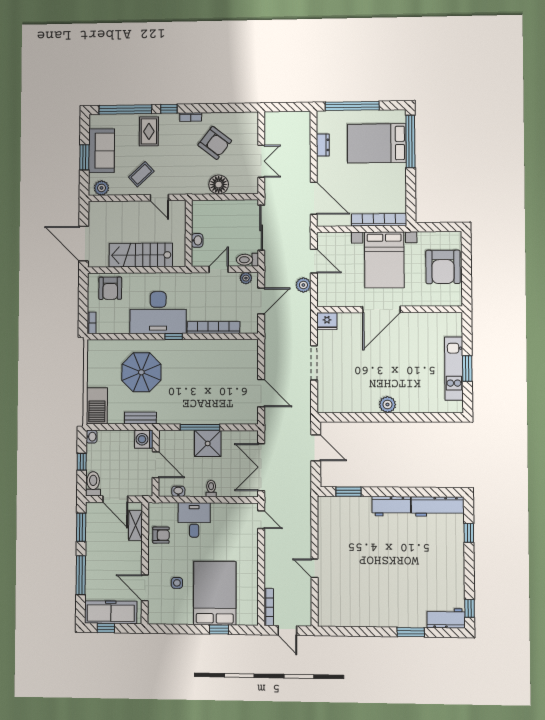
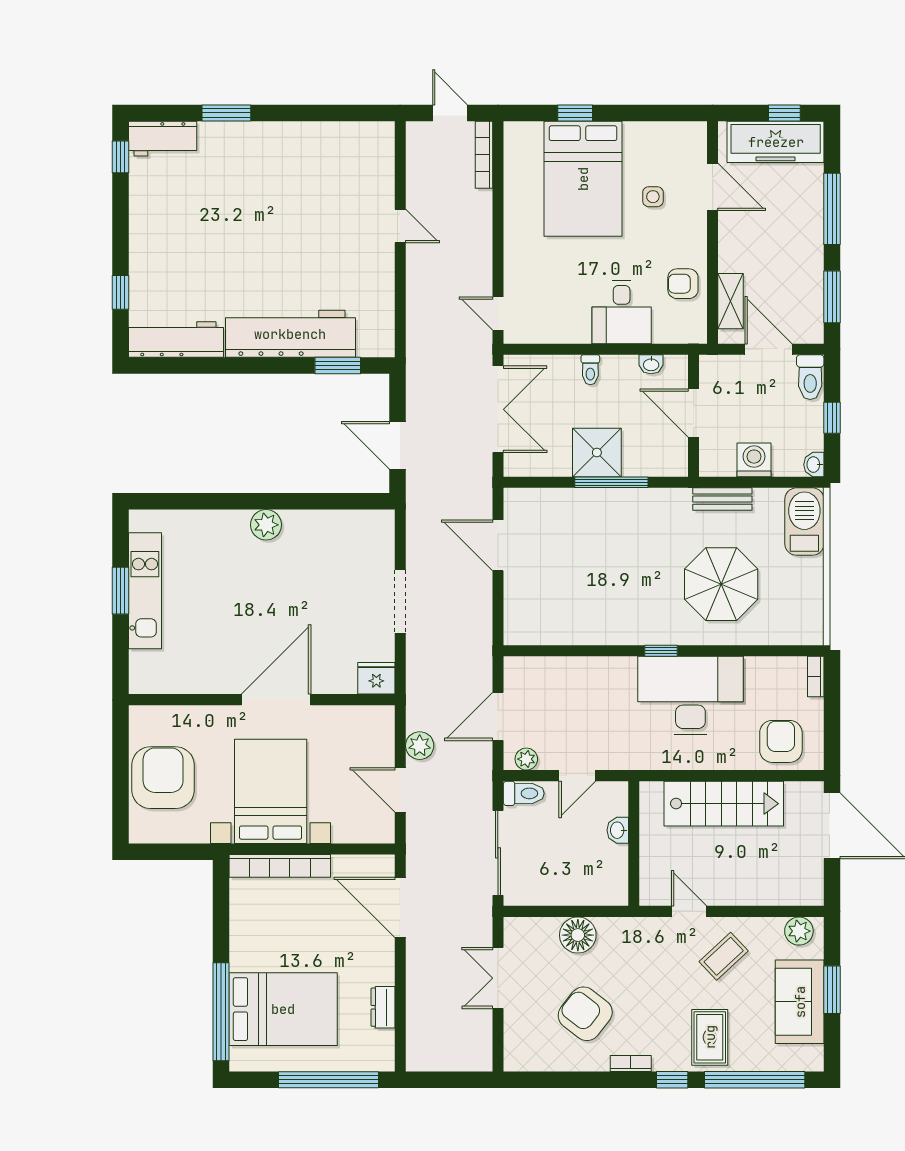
bookcase: (213, 327) -> (587, 667), removed
washing machine: (144, 439) -> (754, 460), moved, turned -90
workbench: (391, 506) -> (290, 334), width x1.88, depth x1.32

